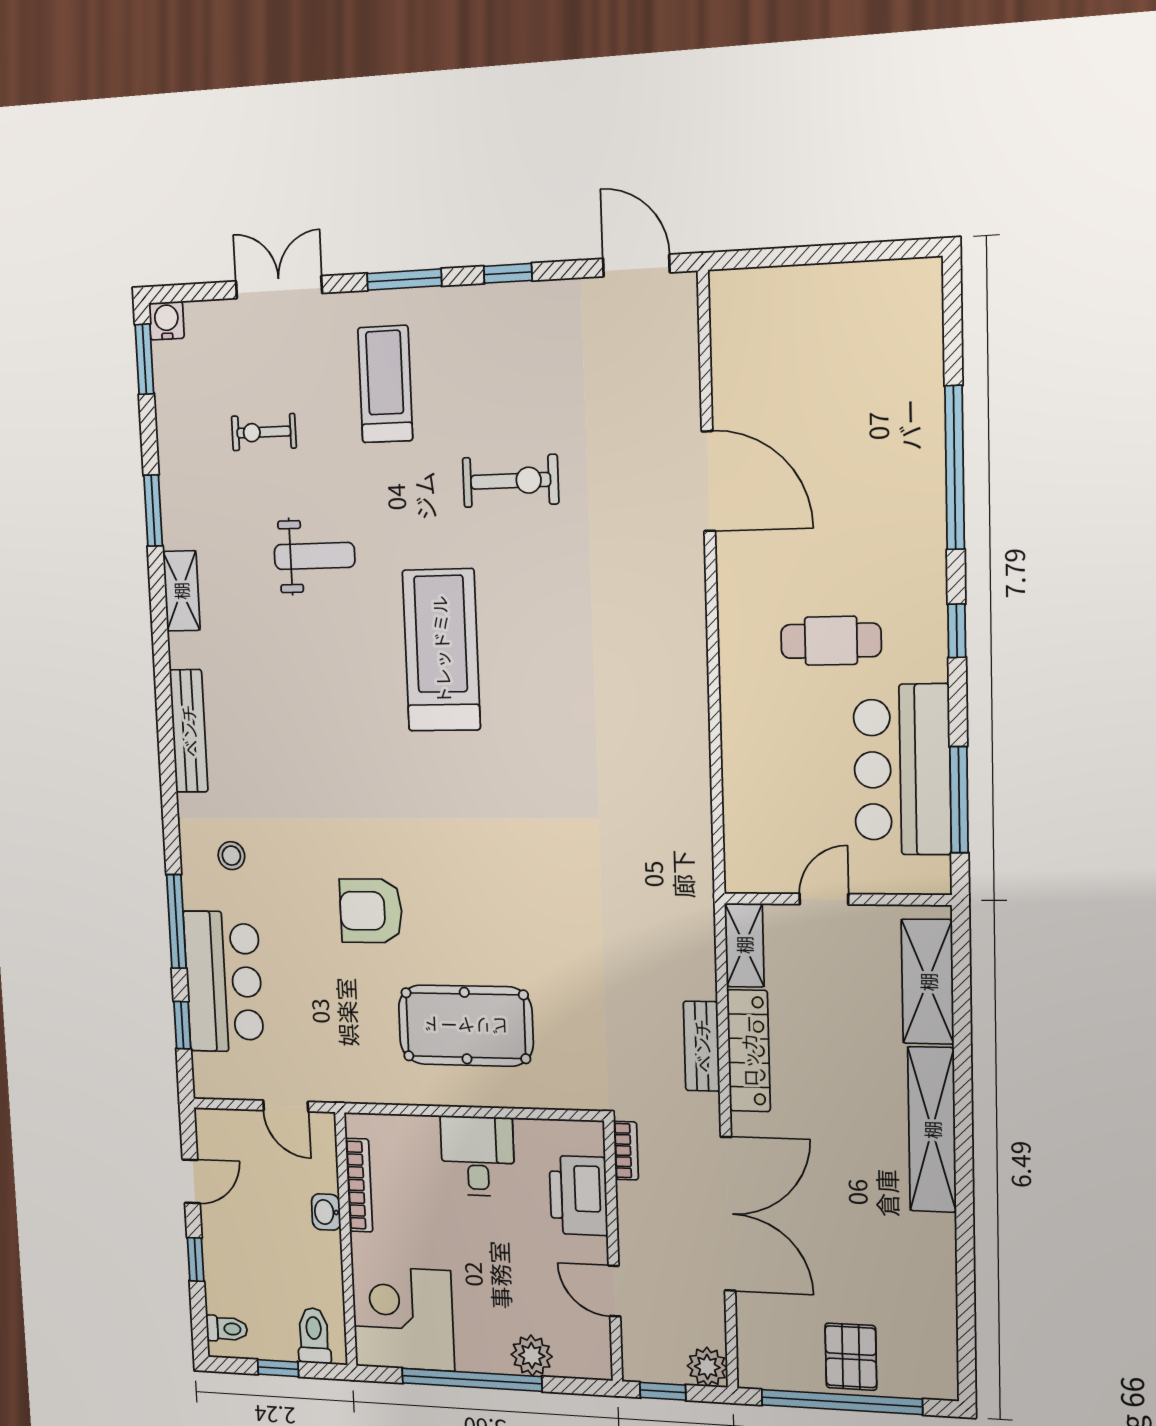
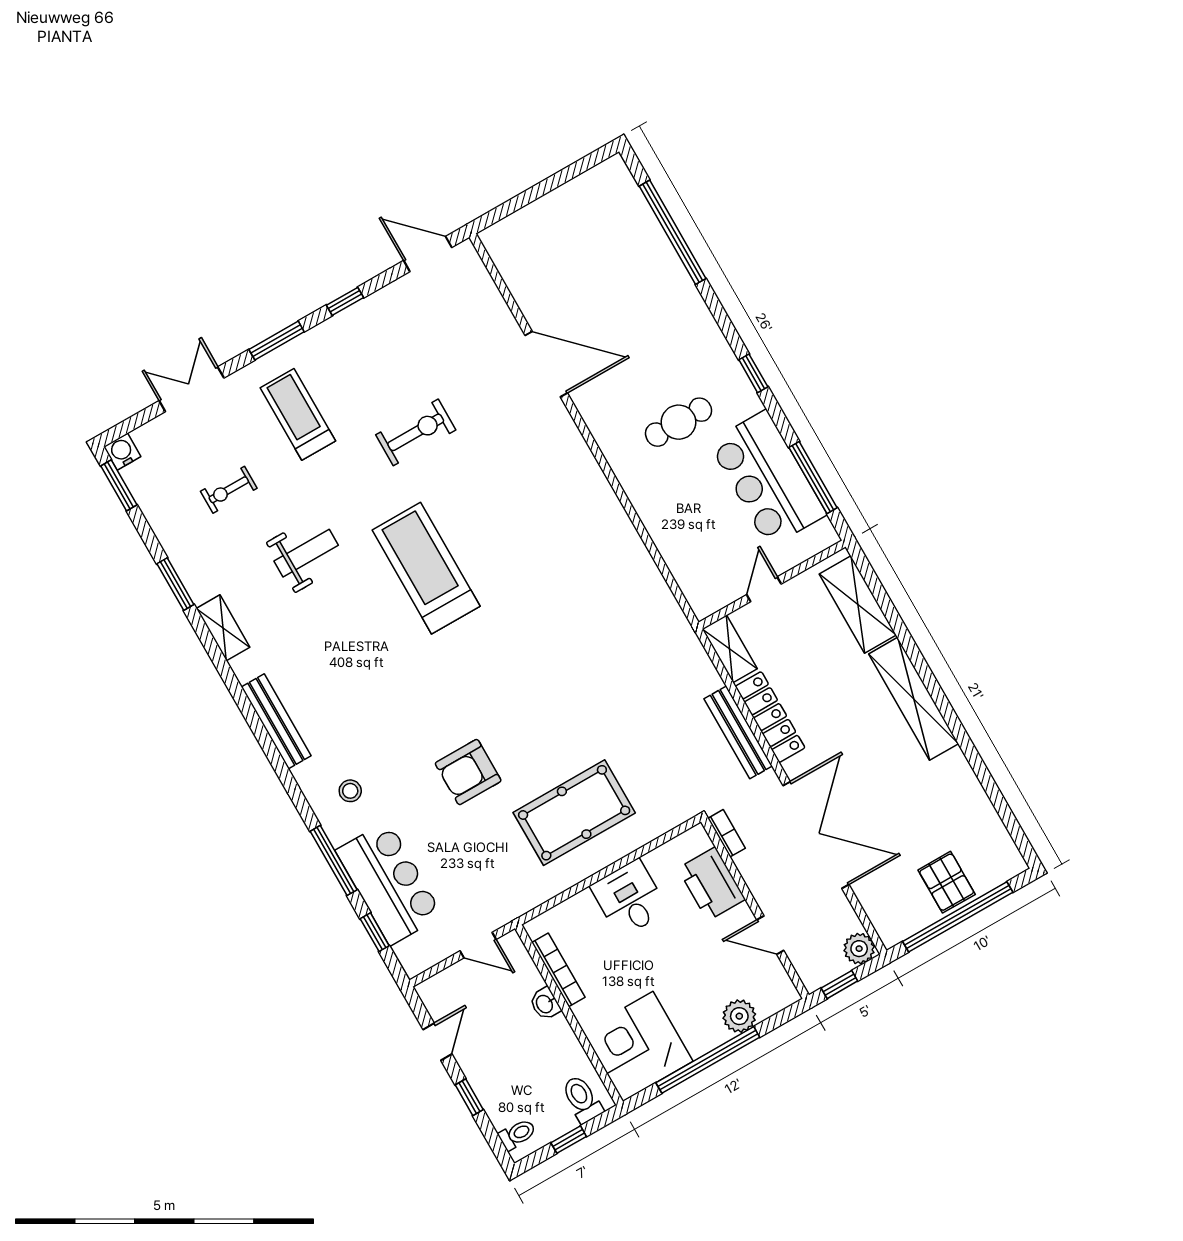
window: (955, 468) -> (673, 232), moved
bench: (702, 1046) -> (738, 732), width x1.36

